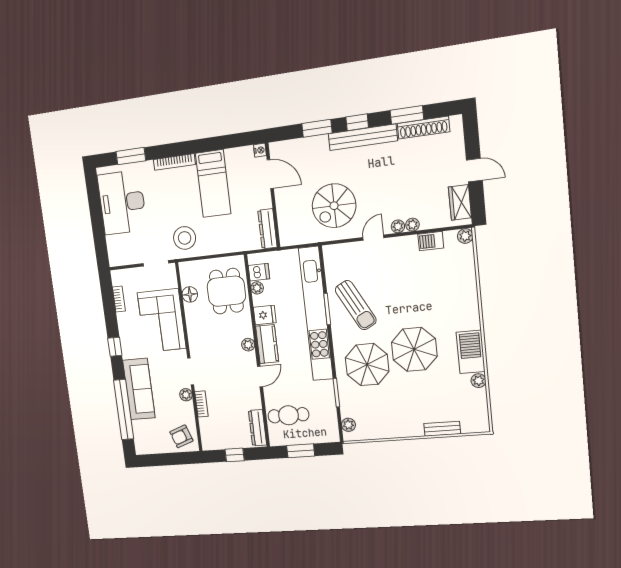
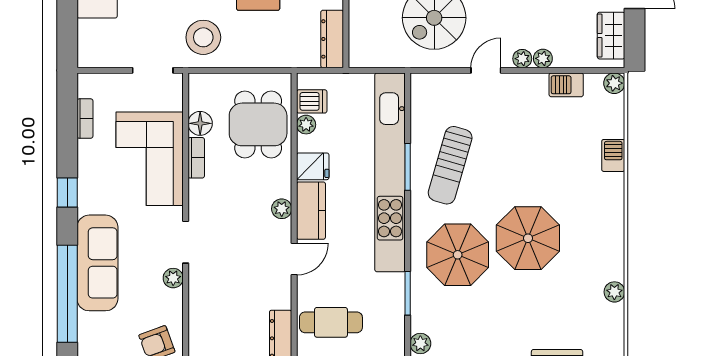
sun lounger: (356, 305) -> (450, 165), turned 44
barbecue: (471, 352) -> (613, 155), moved, width x0.53, depth x0.65
bookcase: (201, 404) -> (196, 158), moved

